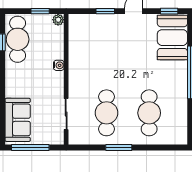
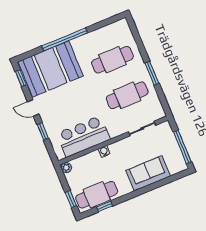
window: (40, 11) -> (71, 199), moved
booth: (172, 38) -> (51, 69), width x1.36, depth x1.42
bar counter: (83, 51) -> (84, 136), added
sofa: (18, 120) -> (148, 173), moved

